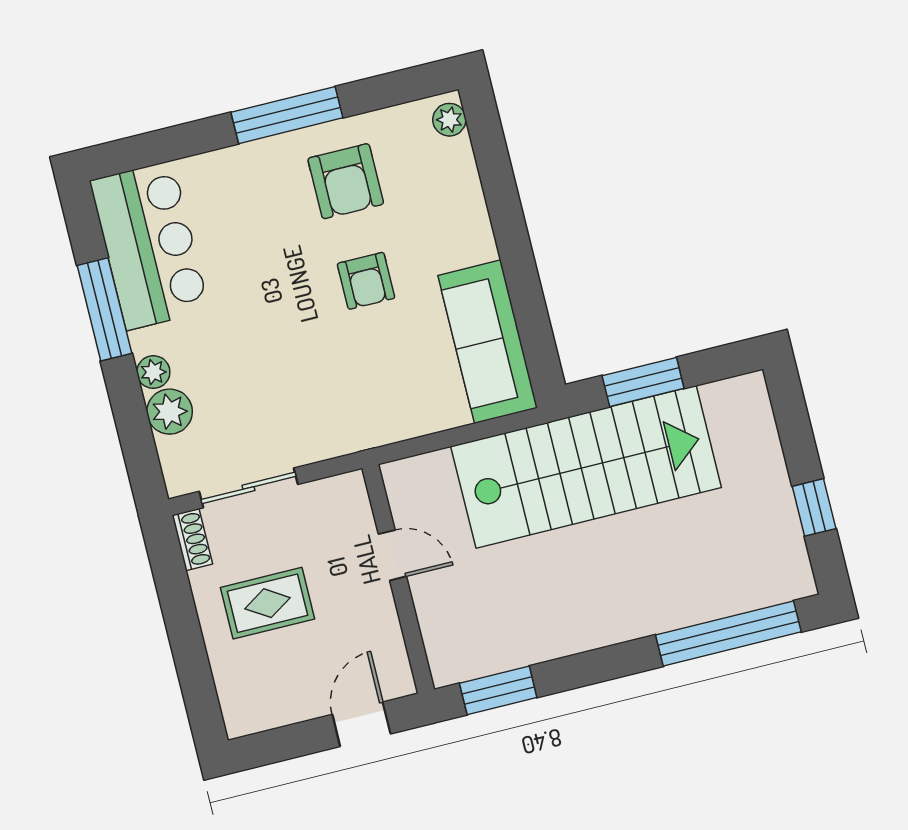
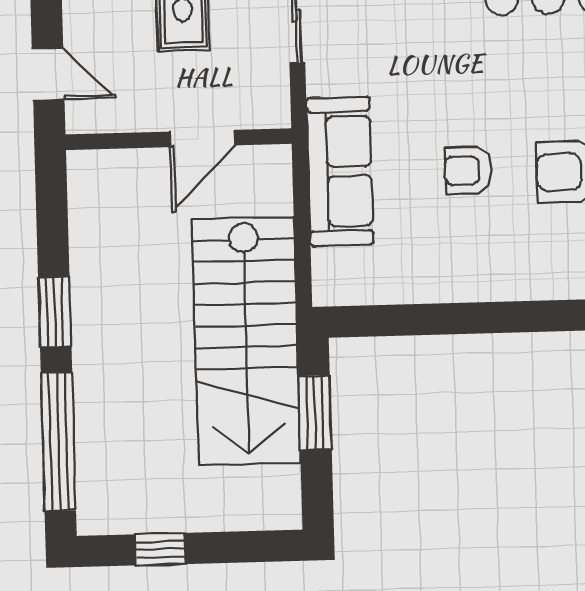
sofa: (488, 342) -> (340, 171), moved, turned 90
door: (392, 555) -> (202, 138), width x1.38
window: (498, 690) -> (55, 312), moved

